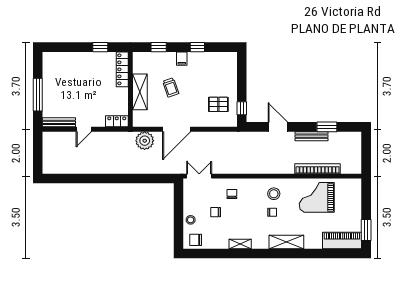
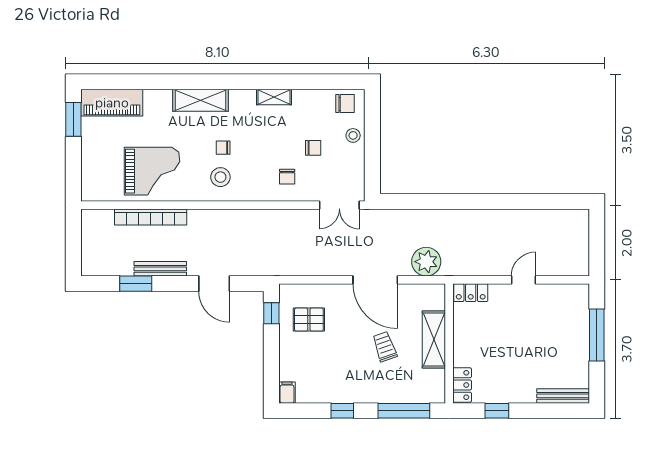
window: (159, 47) -> (404, 411), width x2.17
filing cabinet: (182, 59) -> (287, 393), moved
locker: (122, 69) -> (462, 385), width x0.66
bench: (59, 122) -> (563, 396), moved
door: (177, 129) -> (375, 280), swing flipped

